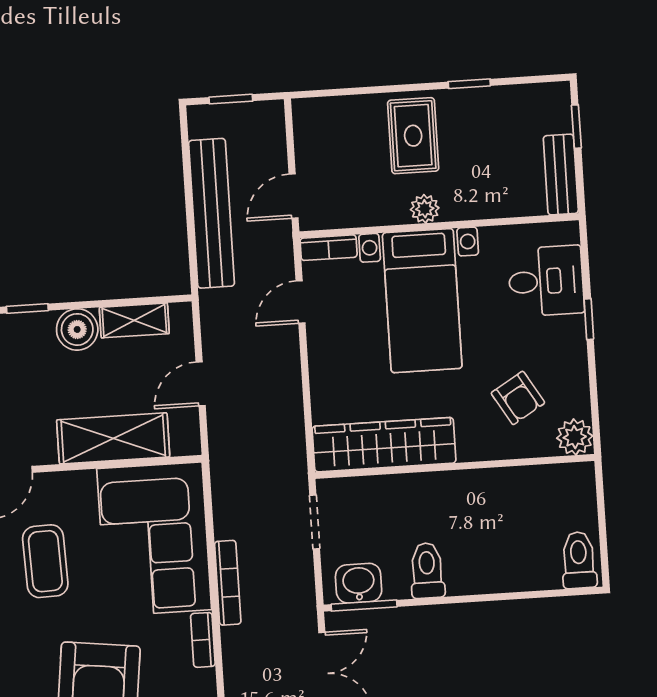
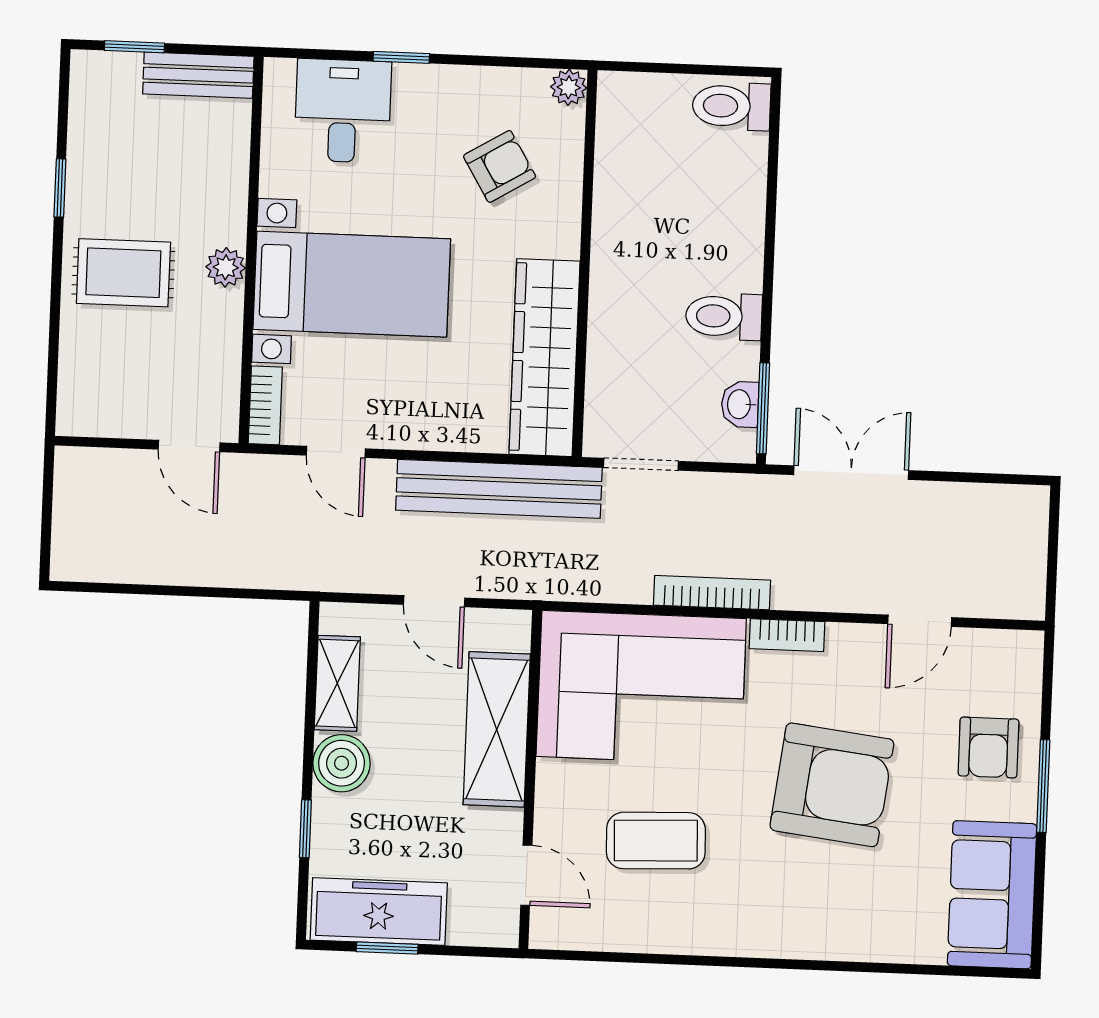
window: (231, 99) -> (47, 518), removed
bench: (212, 213) -> (499, 489), moved
plant: (575, 437) -> (569, 87), width x0.73, depth x0.73
washbasin: (359, 583) -> (740, 404), width x0.72, depth x0.69

